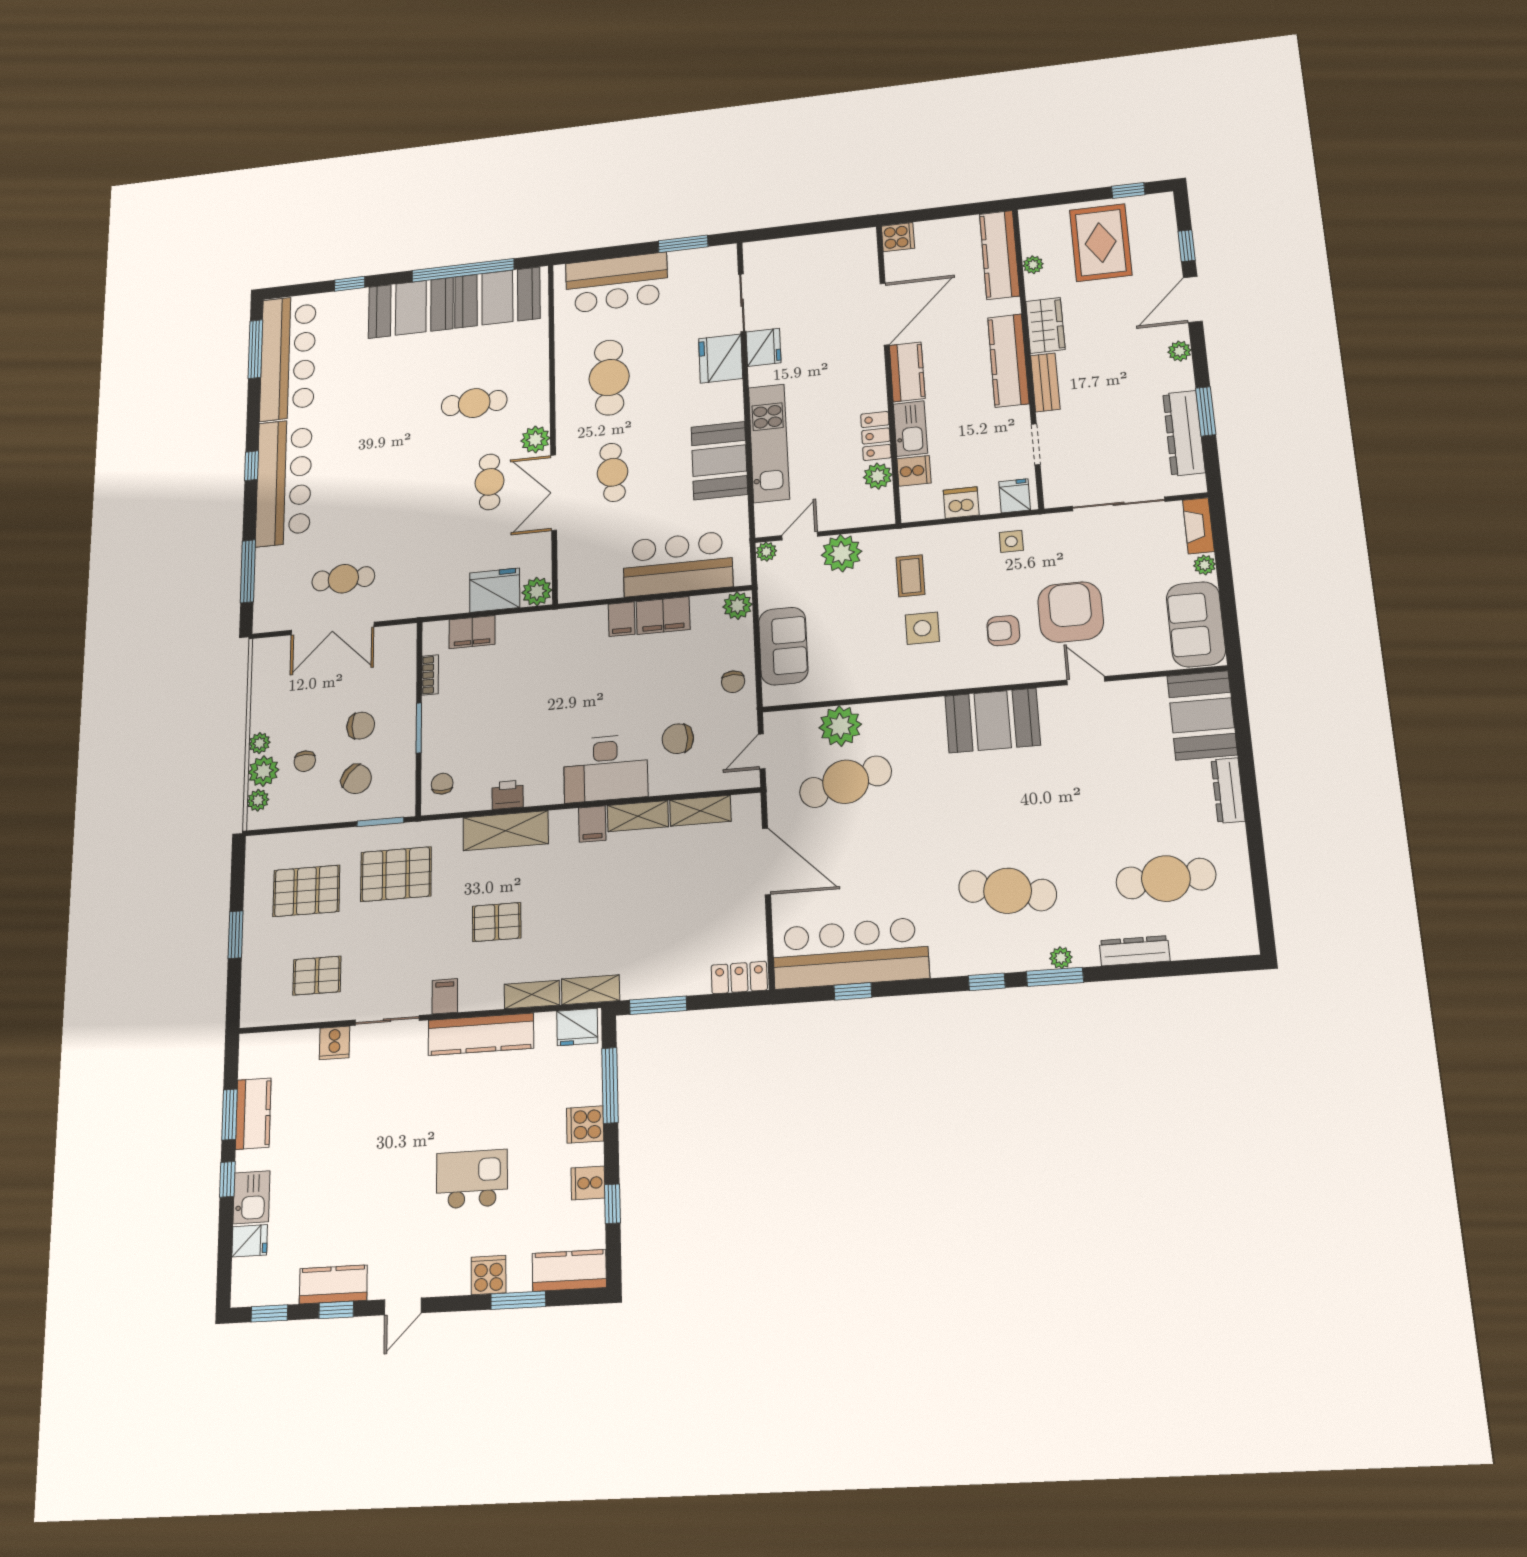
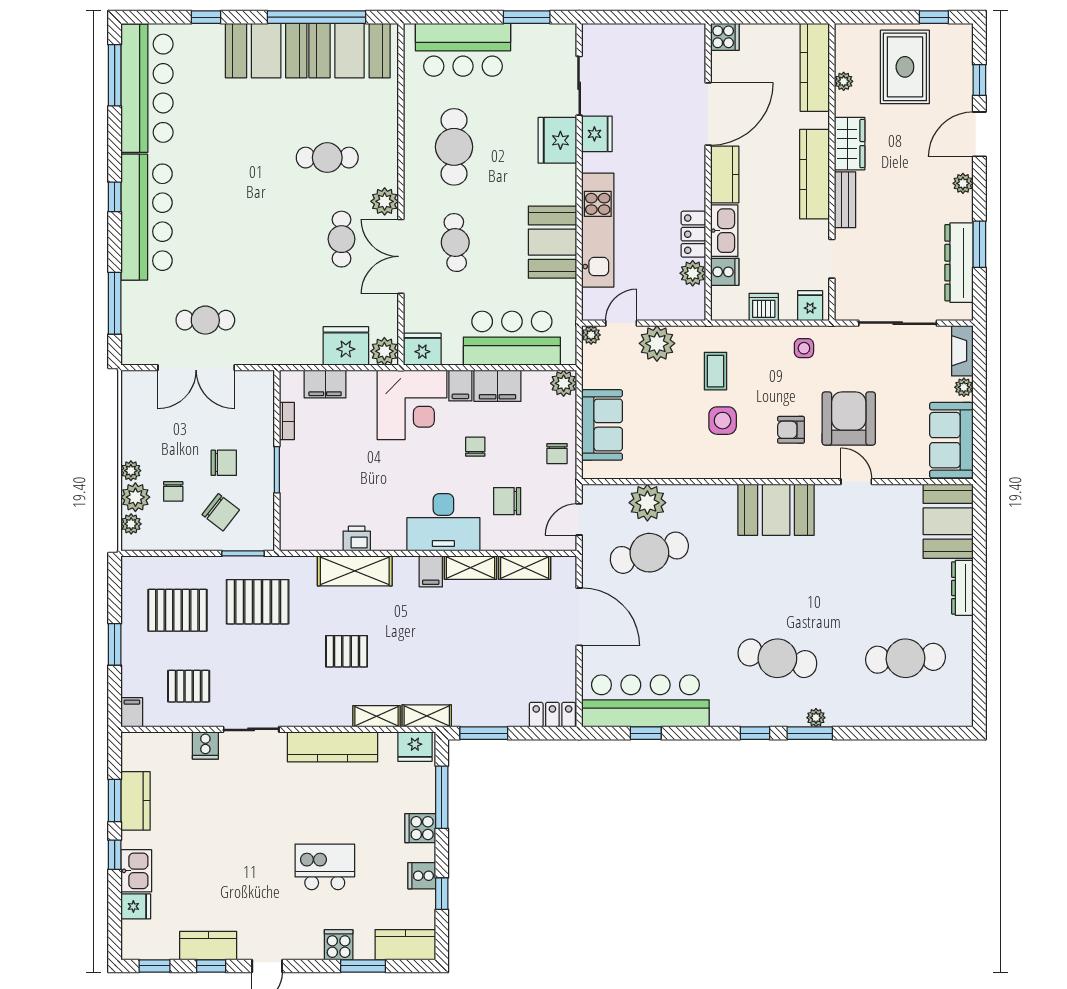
fridge: (579, 585) -> (422, 349), added
corner desk: (568, 645) -> (412, 405), added
chair: (442, 784) -> (475, 447), moved
dresser: (1135, 951) -> (875, 716), removed
filing cabinet: (445, 996) -> (132, 712), moved

